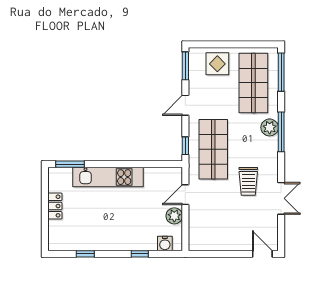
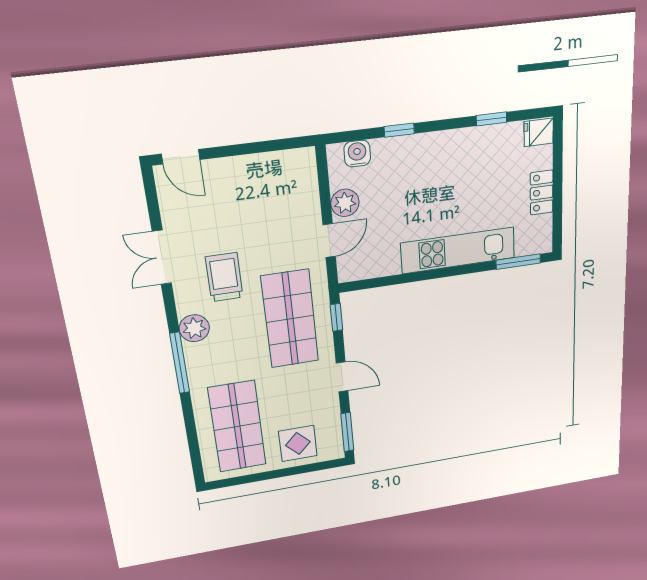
window: (281, 72) -> (194, 450), removed
door: (185, 105) -> (342, 377), hinge flipped
plant: (270, 127) -> (194, 328), moved
fridge: (57, 243) -> (539, 132), added

